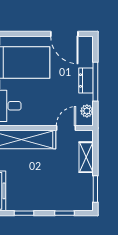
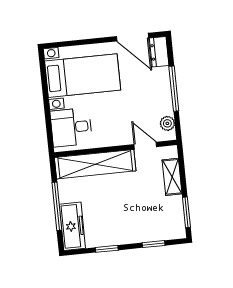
dresser: (86, 81) -> (159, 52), moved
door: (66, 128) -> (145, 146), hinge flipped

